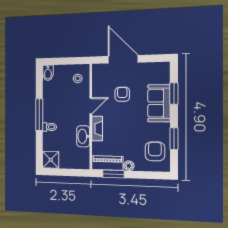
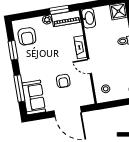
window: (174, 93) -> (19, 88), width x1.44
sofa: (159, 103) -> (34, 97), moved
door: (91, 106) -> (90, 66), hinge flipped
washbasin: (83, 136) -> (89, 18), moved

